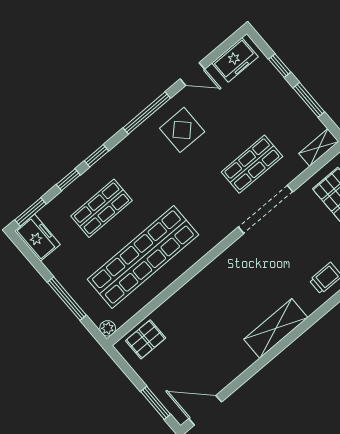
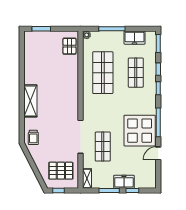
freezer: (235, 60) -> (124, 182), moved, turned 90
display table: (182, 130) -> (140, 131), width x1.86, depth x1.86
freezer: (37, 238) -> (135, 38), moved
shop shelf: (143, 257) -> (103, 73), width x0.71
door: (205, 410) -> (22, 46), removed

